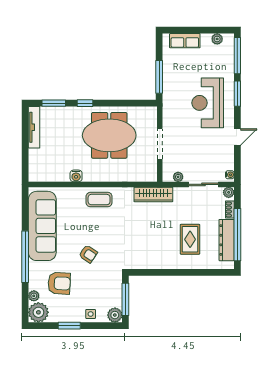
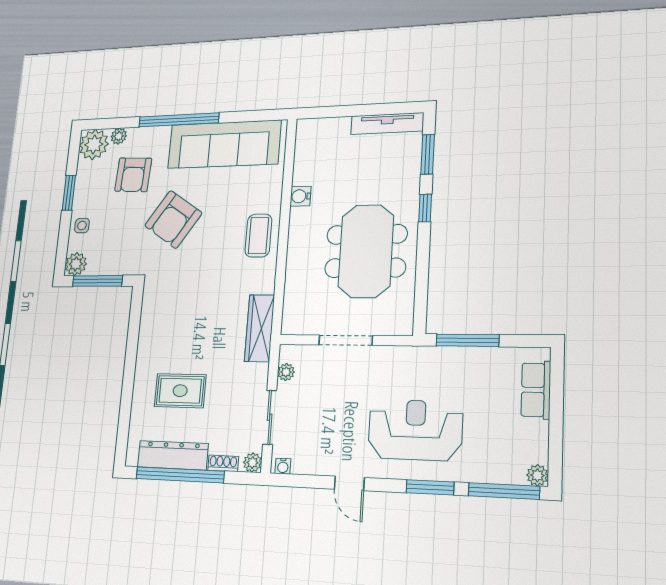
plant: (217, 39) -> (537, 475), moved
armchair: (88, 254) -> (173, 219), width x1.88, depth x1.88

